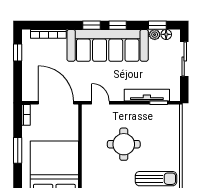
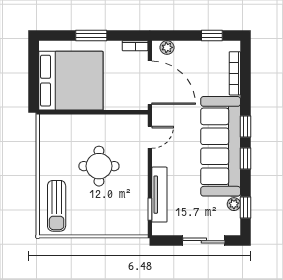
floor lamp: (166, 34) -> (234, 218), removed
plant: (27, 89) -> (167, 47), added
door: (56, 103) -> (150, 83), hinge flipped

